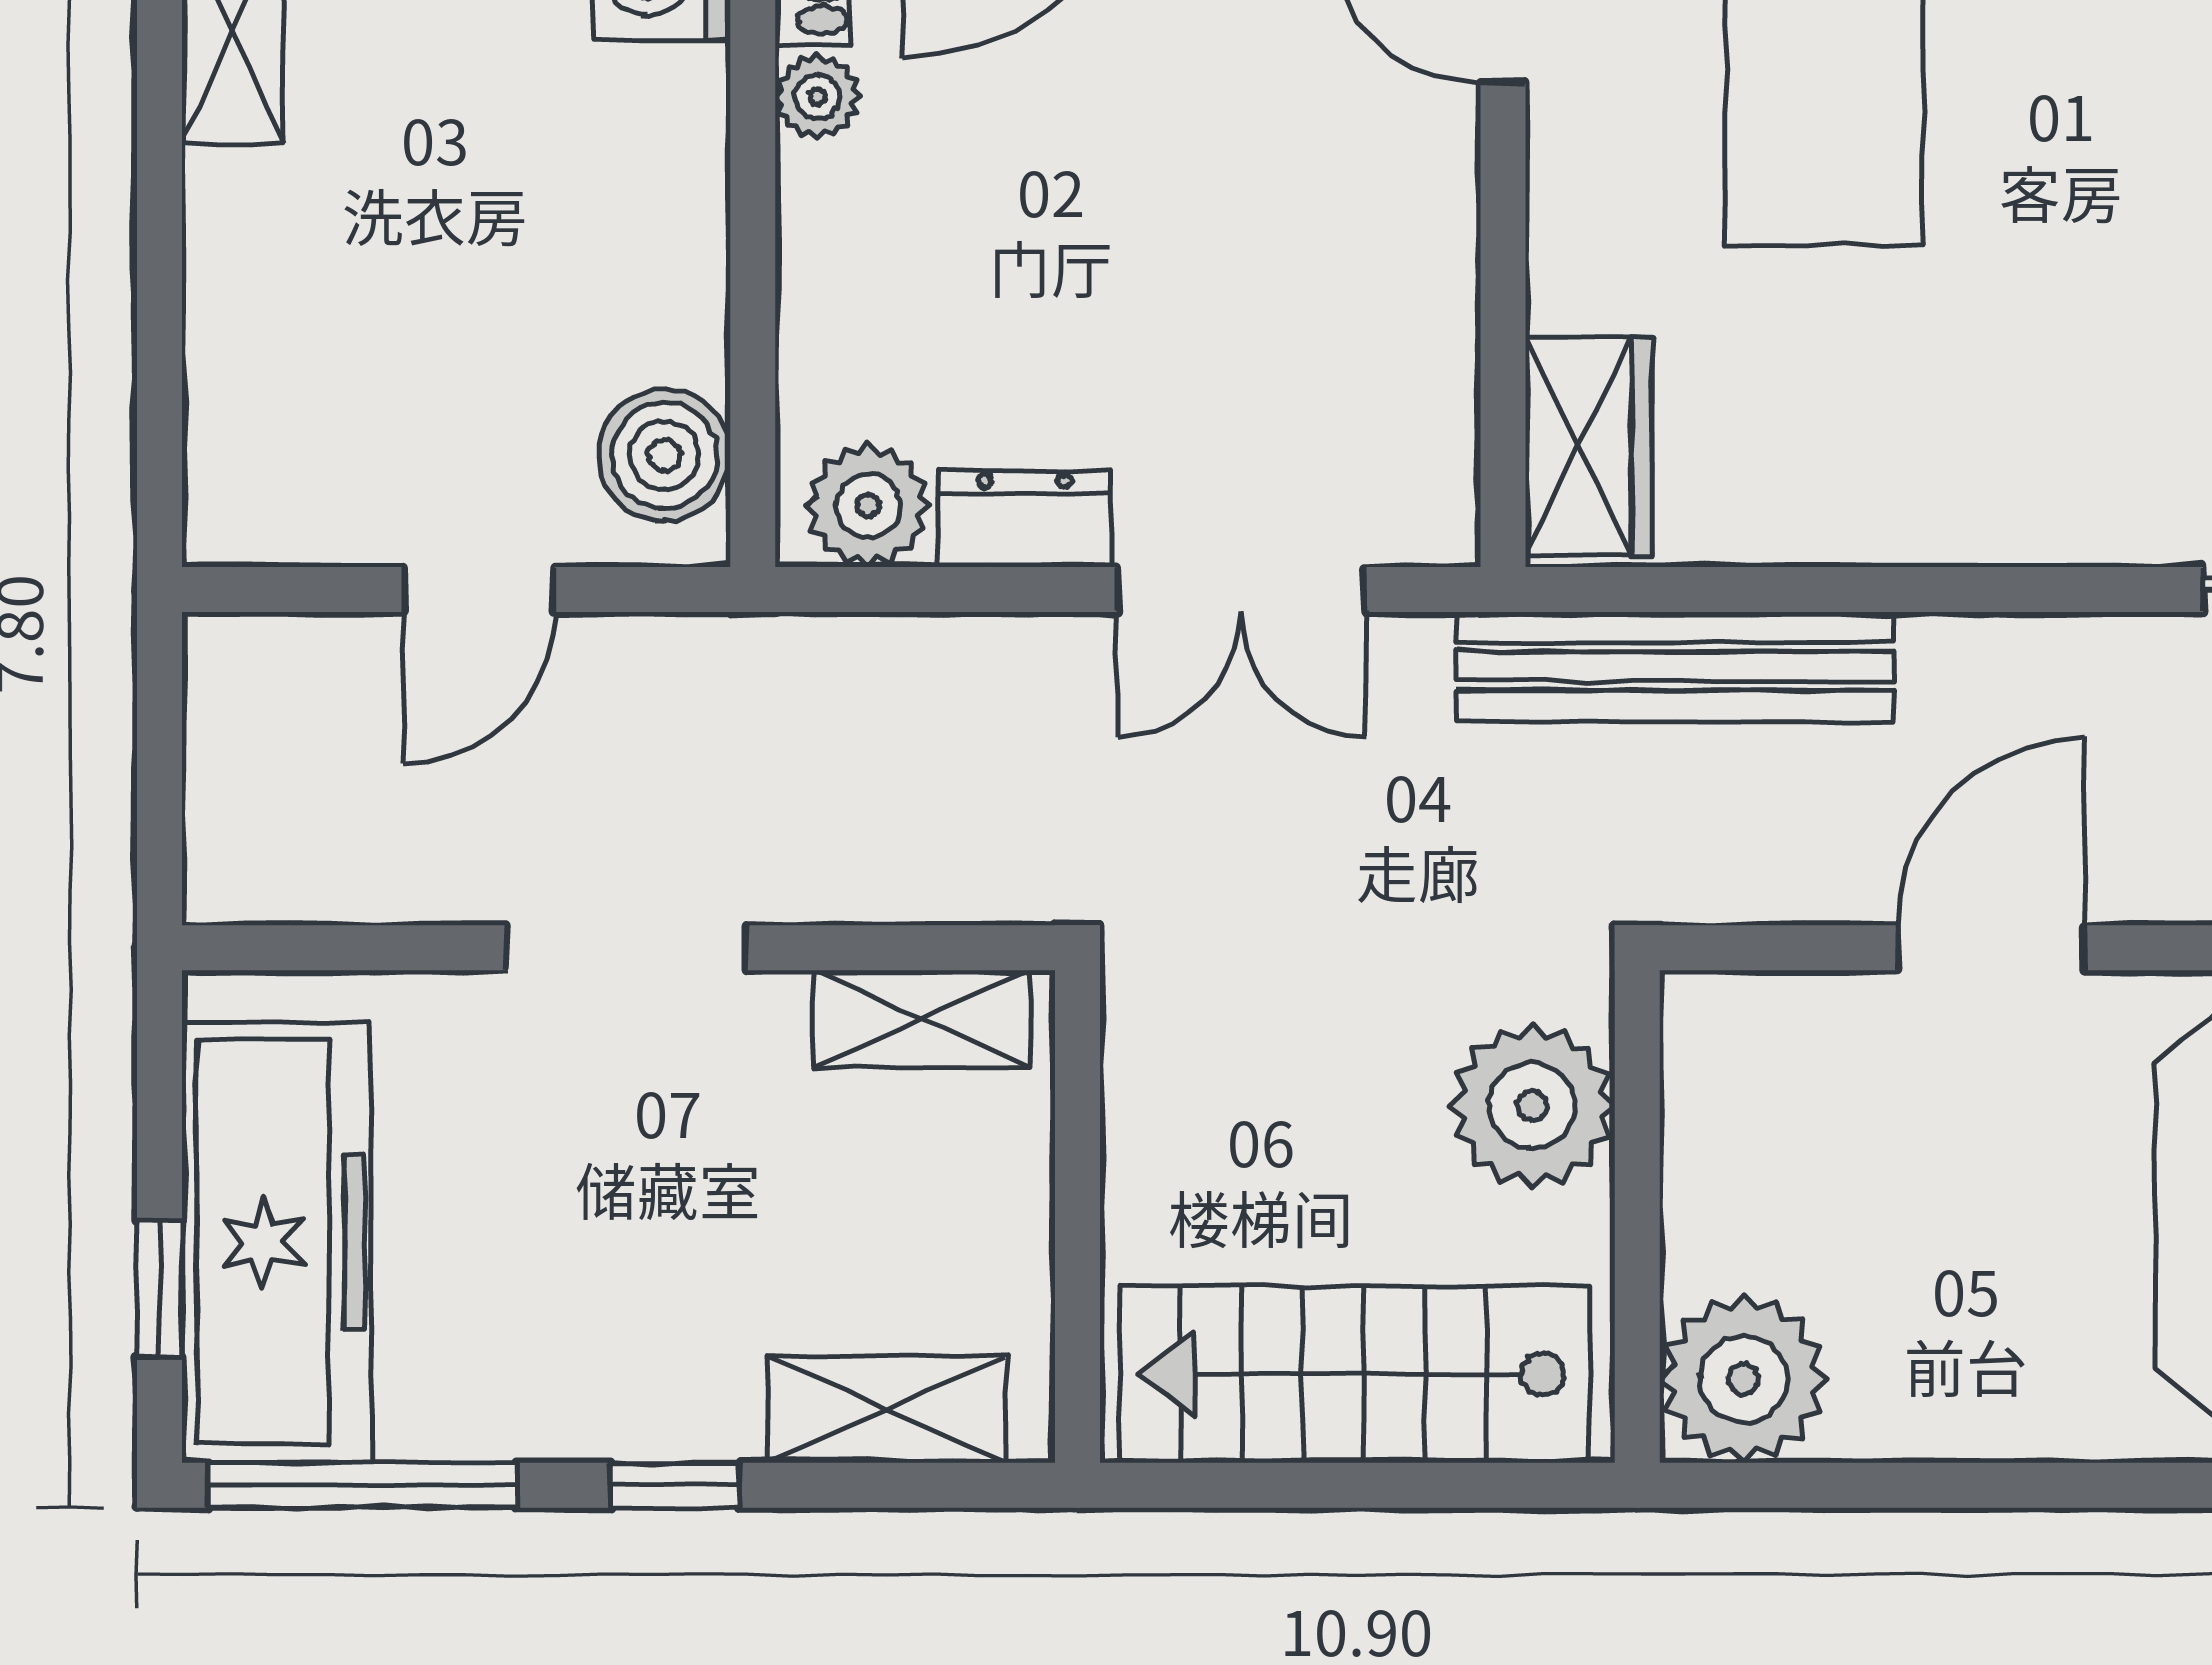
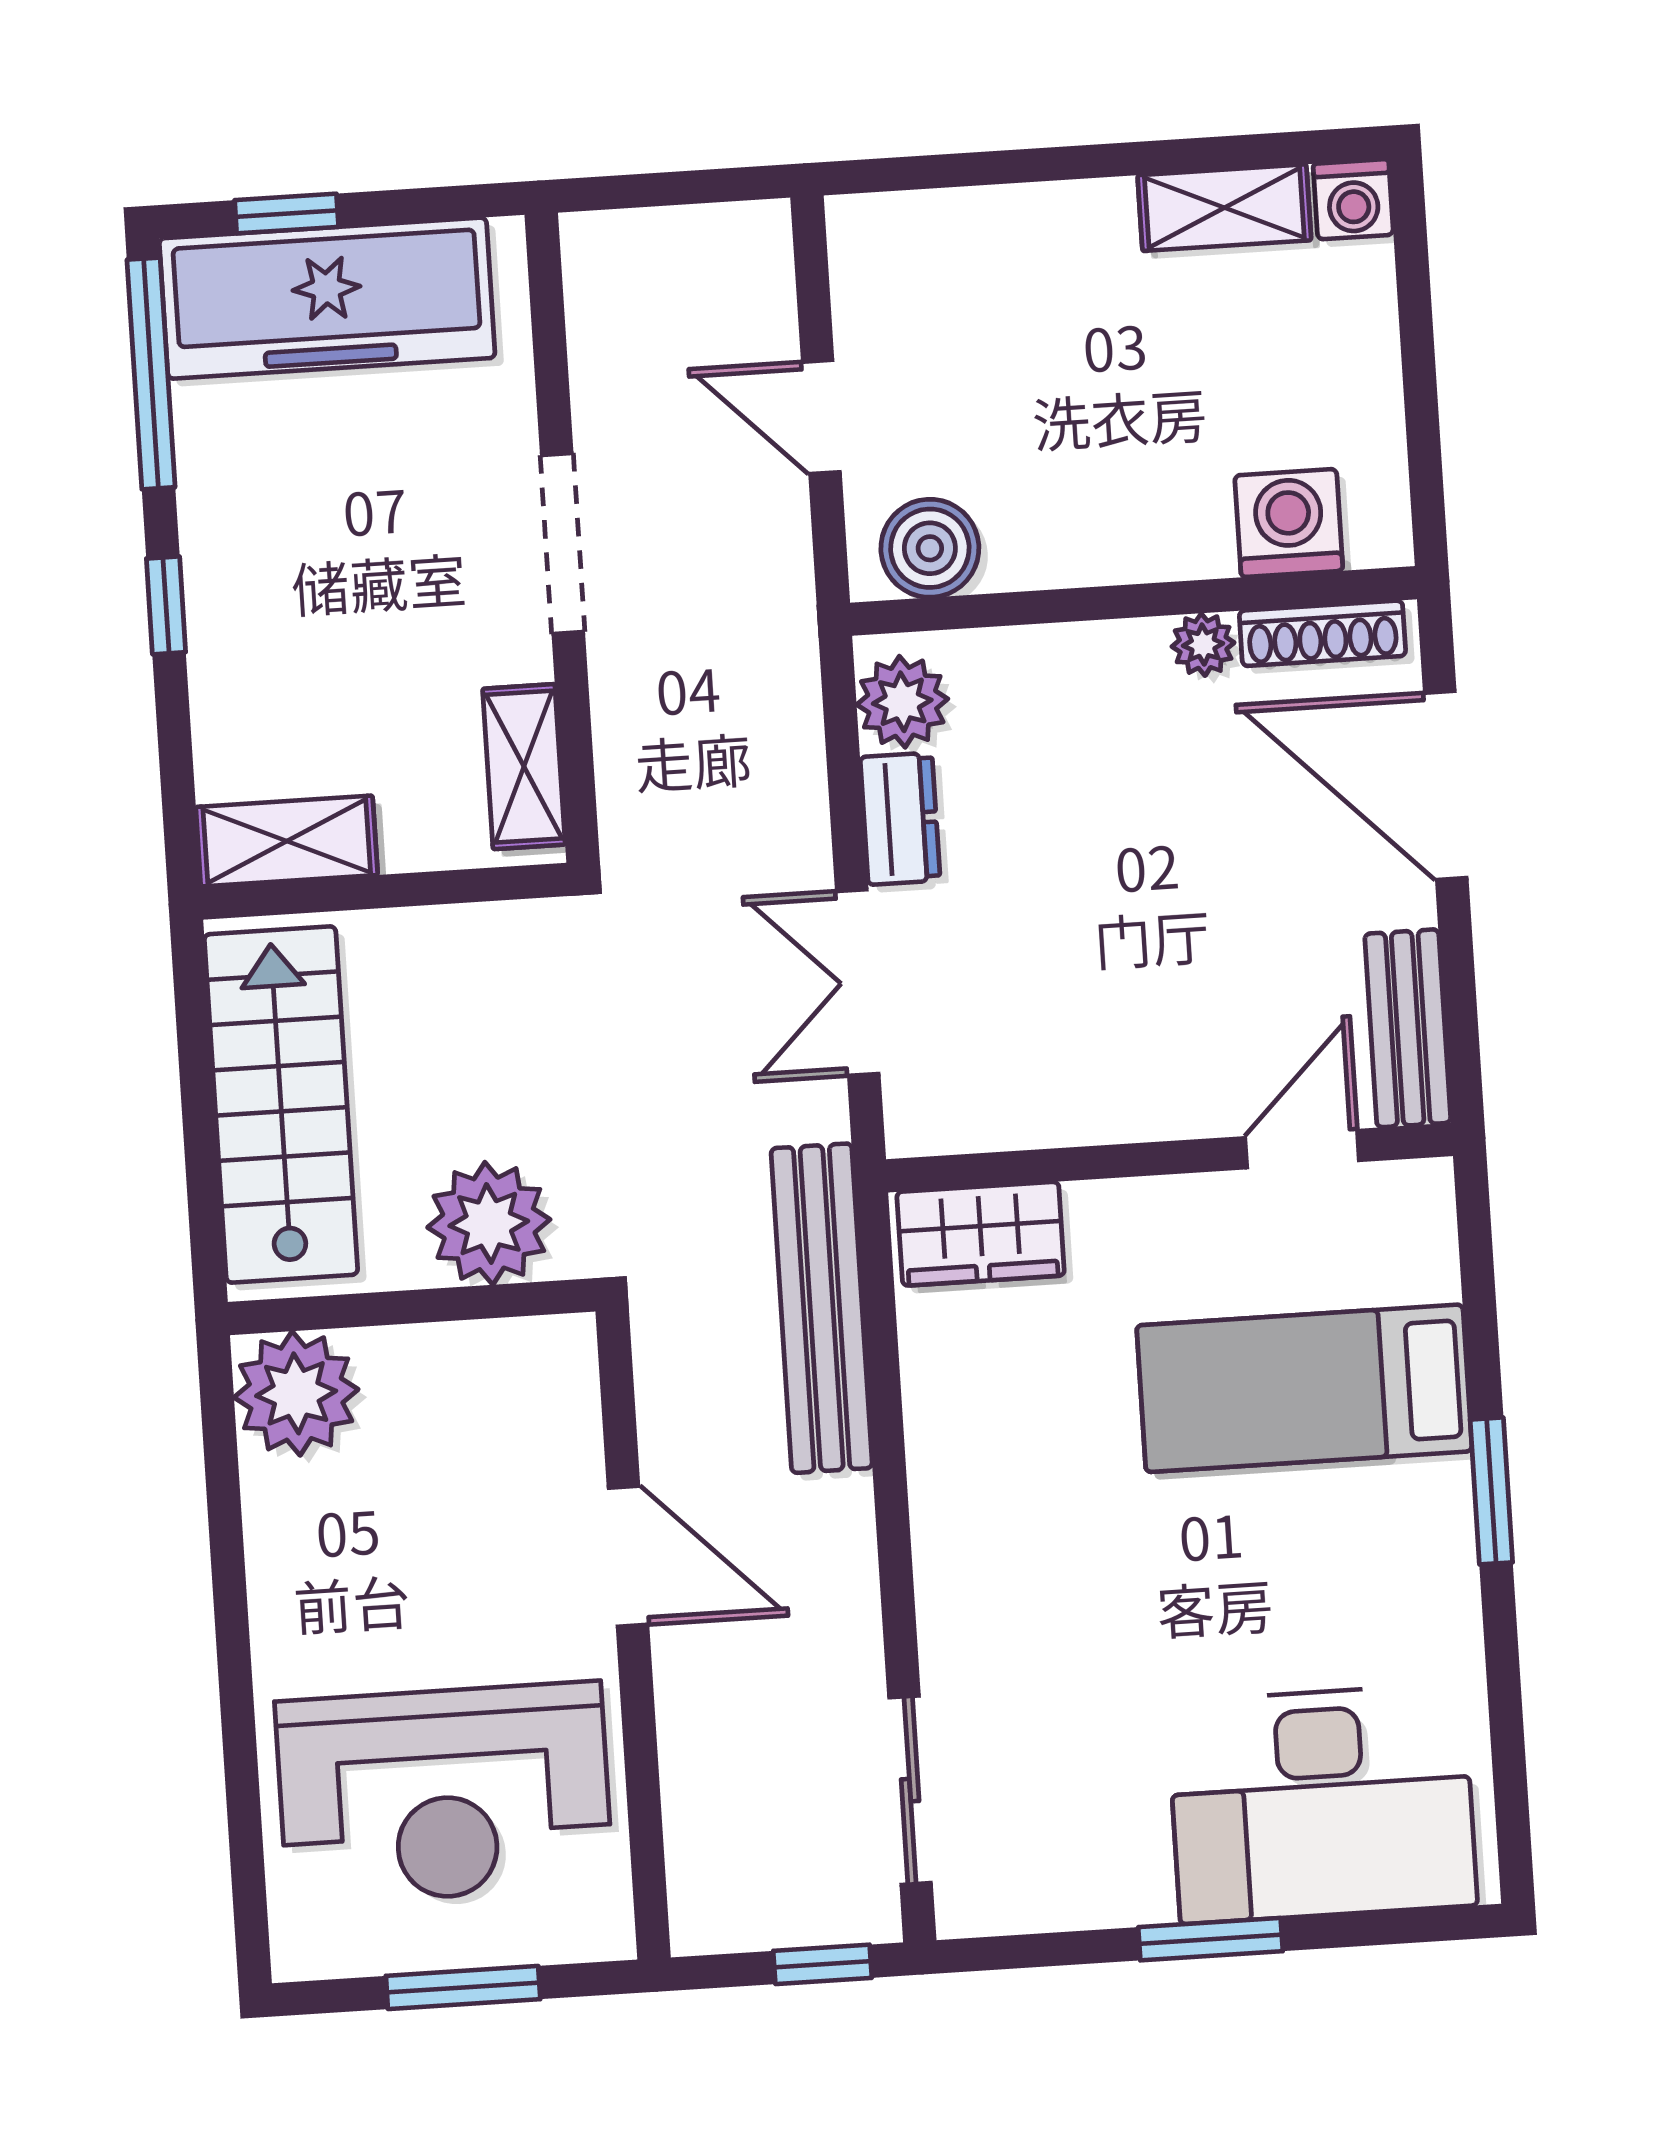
shelving: (887, 1409) -> (287, 841), moved, turned 90

